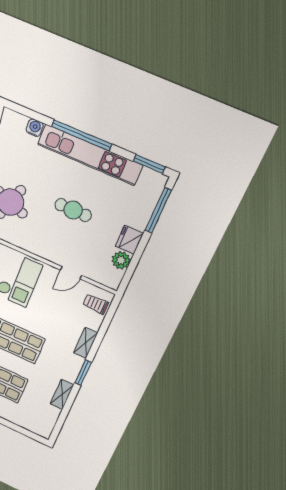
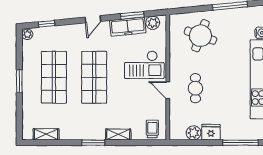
cafe table: (73, 210) -> (195, 88), moved
door: (71, 273) -> (168, 90), moved
shelving: (62, 394) -> (46, 134), moved

